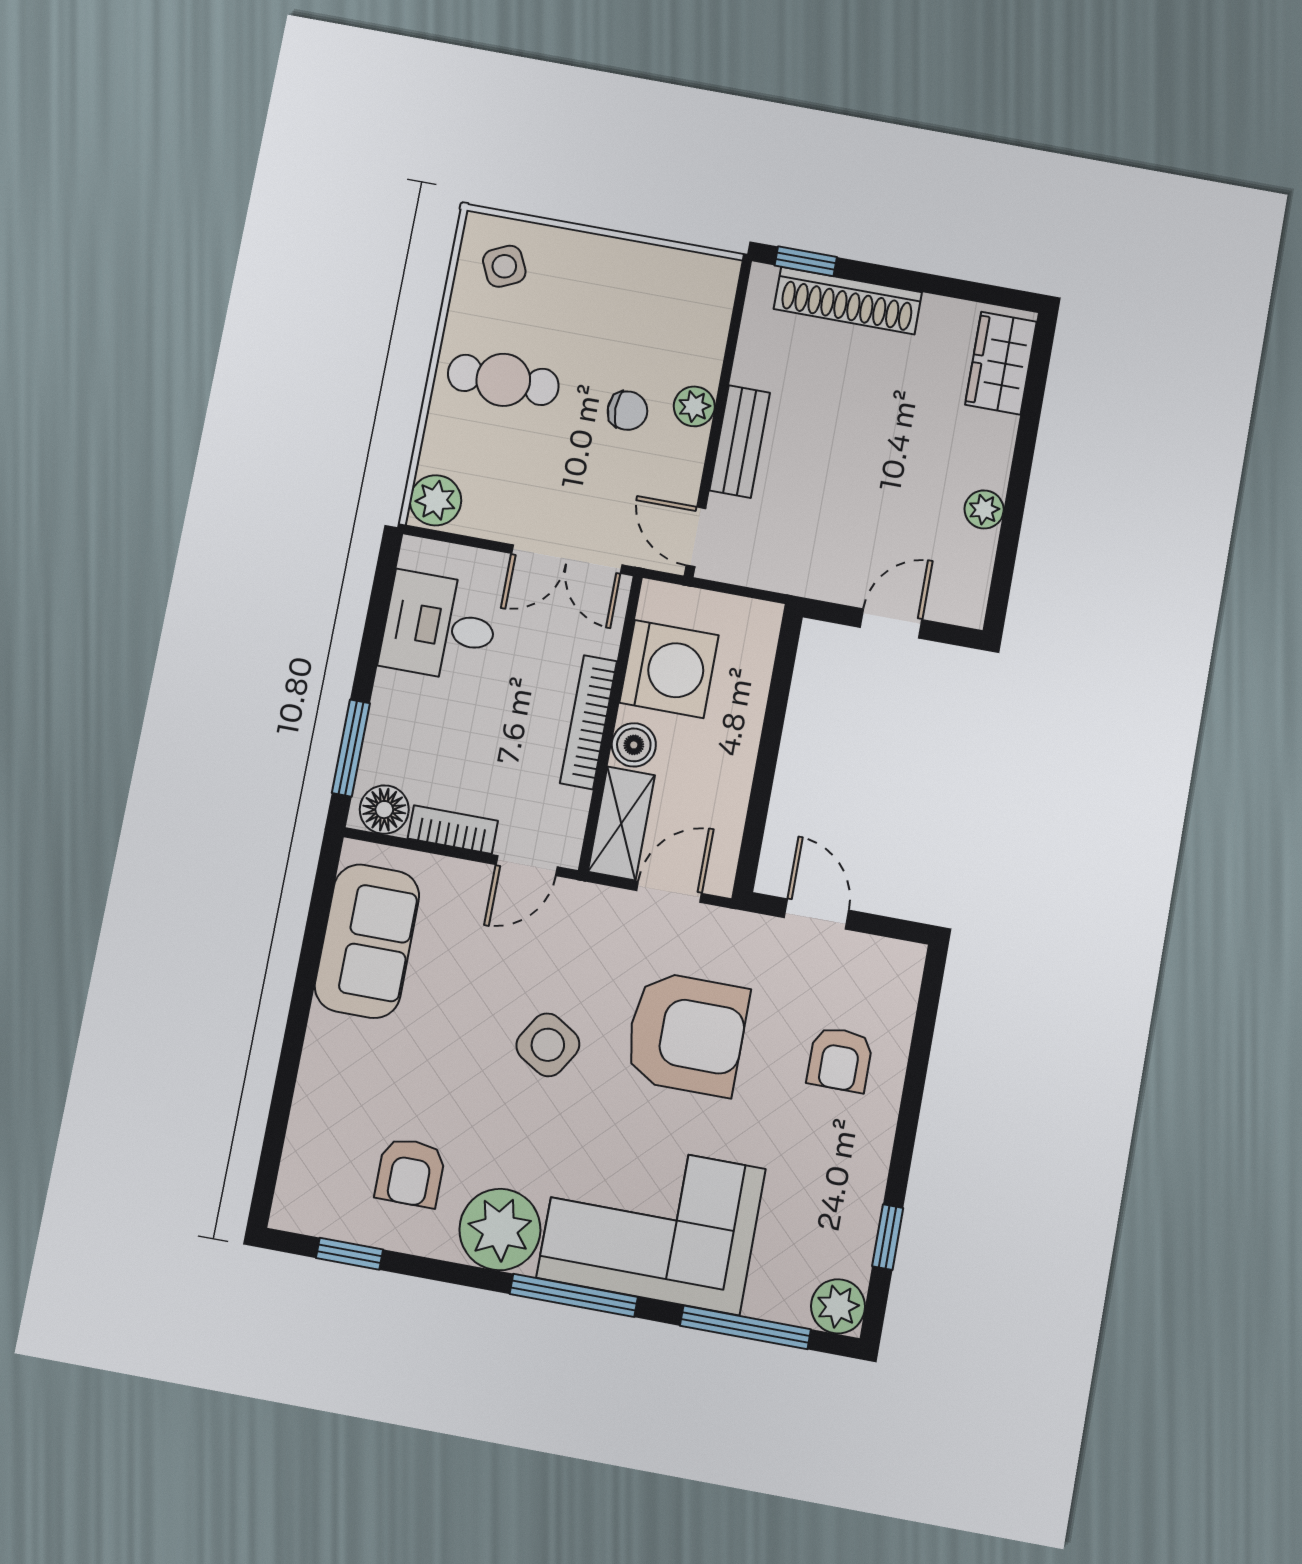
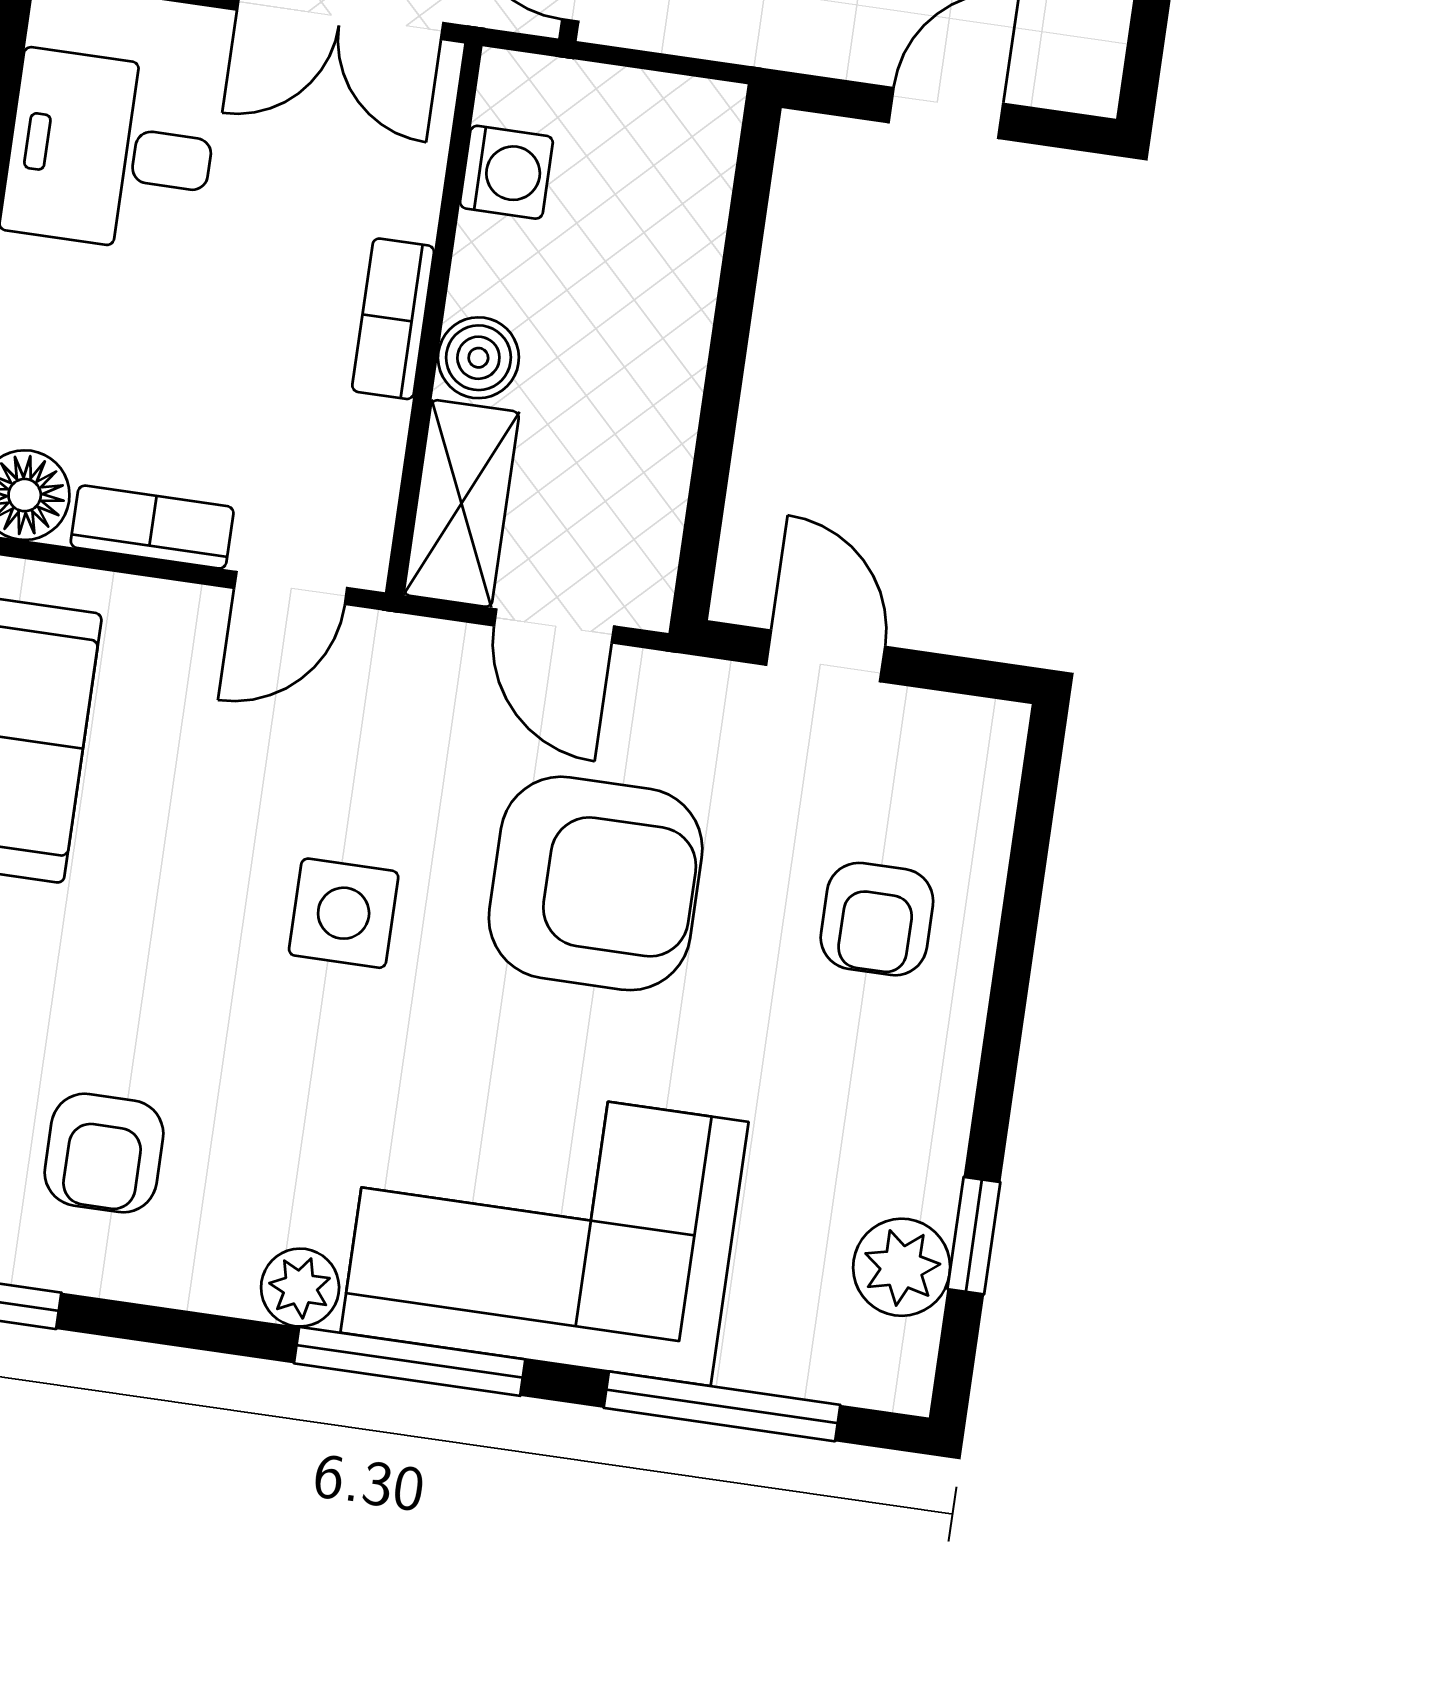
washing machine: (669, 669) -> (506, 172), width x0.53, depth x0.53
bookcase: (588, 722) -> (393, 319), width x0.64
door: (669, 892) -> (554, 626), swing flipped
side table: (548, 1045) -> (344, 913), turned -32
plant: (500, 1230) -> (300, 1288), width x0.53, depth x0.53
plant: (838, 1306) -> (902, 1267), moved

